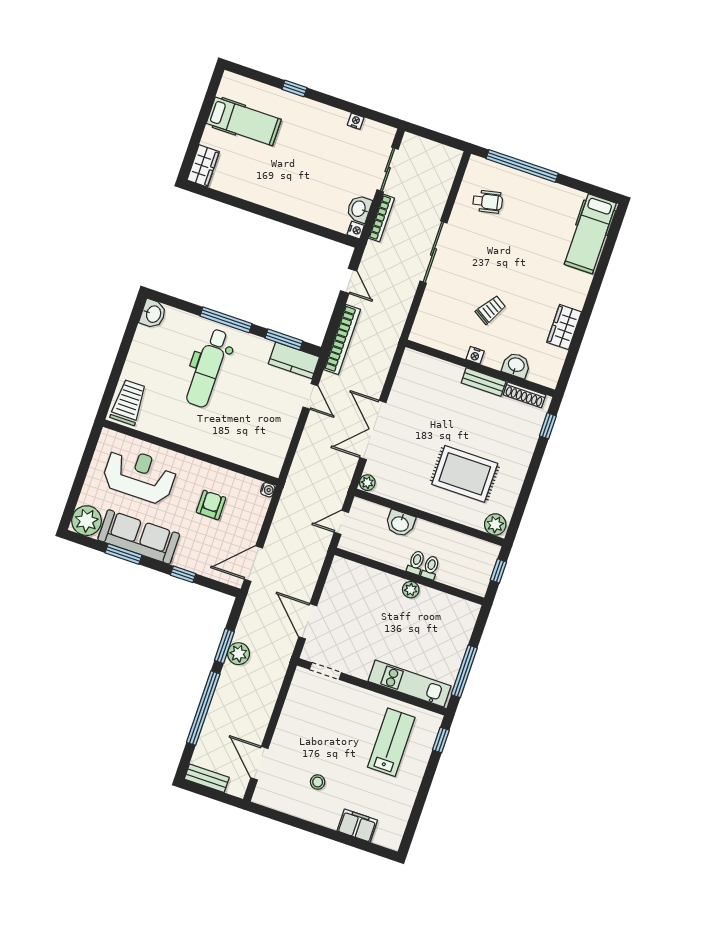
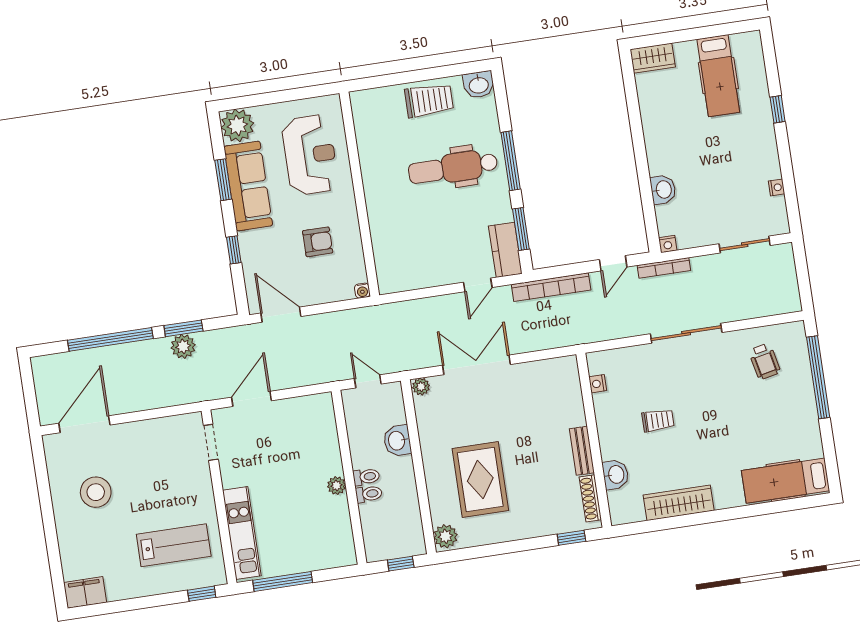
washbasin: (359, 209) -> (663, 190), moved, turned 90
bookcase: (381, 218) -> (664, 268), moved
trolley: (491, 310) -> (658, 420), turned -32
wardrobe: (564, 327) -> (679, 503), width x1.50
nightstand: (475, 355) -> (598, 384), moved
trolley: (128, 402) -> (429, 100), moved
door: (259, 763) -> (84, 424), width x1.36
bench: (207, 778) -> (42, 379), removed
stool: (318, 782) -> (96, 492), width x1.89, depth x1.89
filing cabinet: (357, 826) -> (85, 592), moved, turned -90

